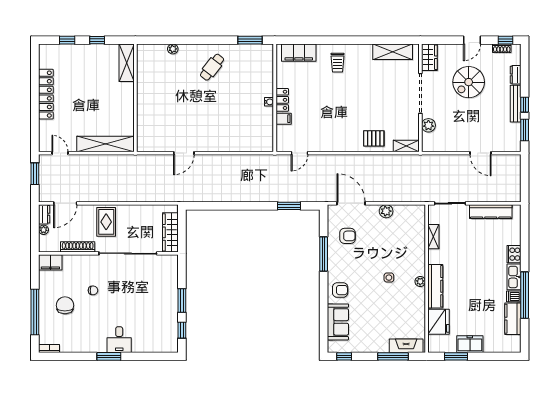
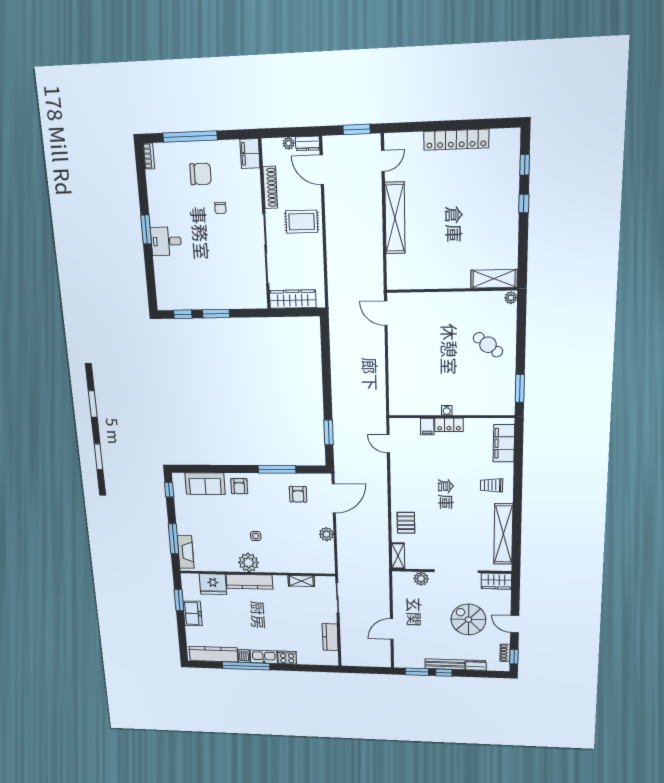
shelving: (393, 52) -> (503, 534), width x1.47
shelving: (127, 63) -> (494, 279), moved
wall: (135, 98) -> (451, 290), moved
kitchen counter: (491, 212) -> (330, 637), width x0.67
plant: (420, 281) -> (248, 563), width x1.88, depth x1.88
kitchen counter: (513, 319) -> (213, 654), width x1.50

